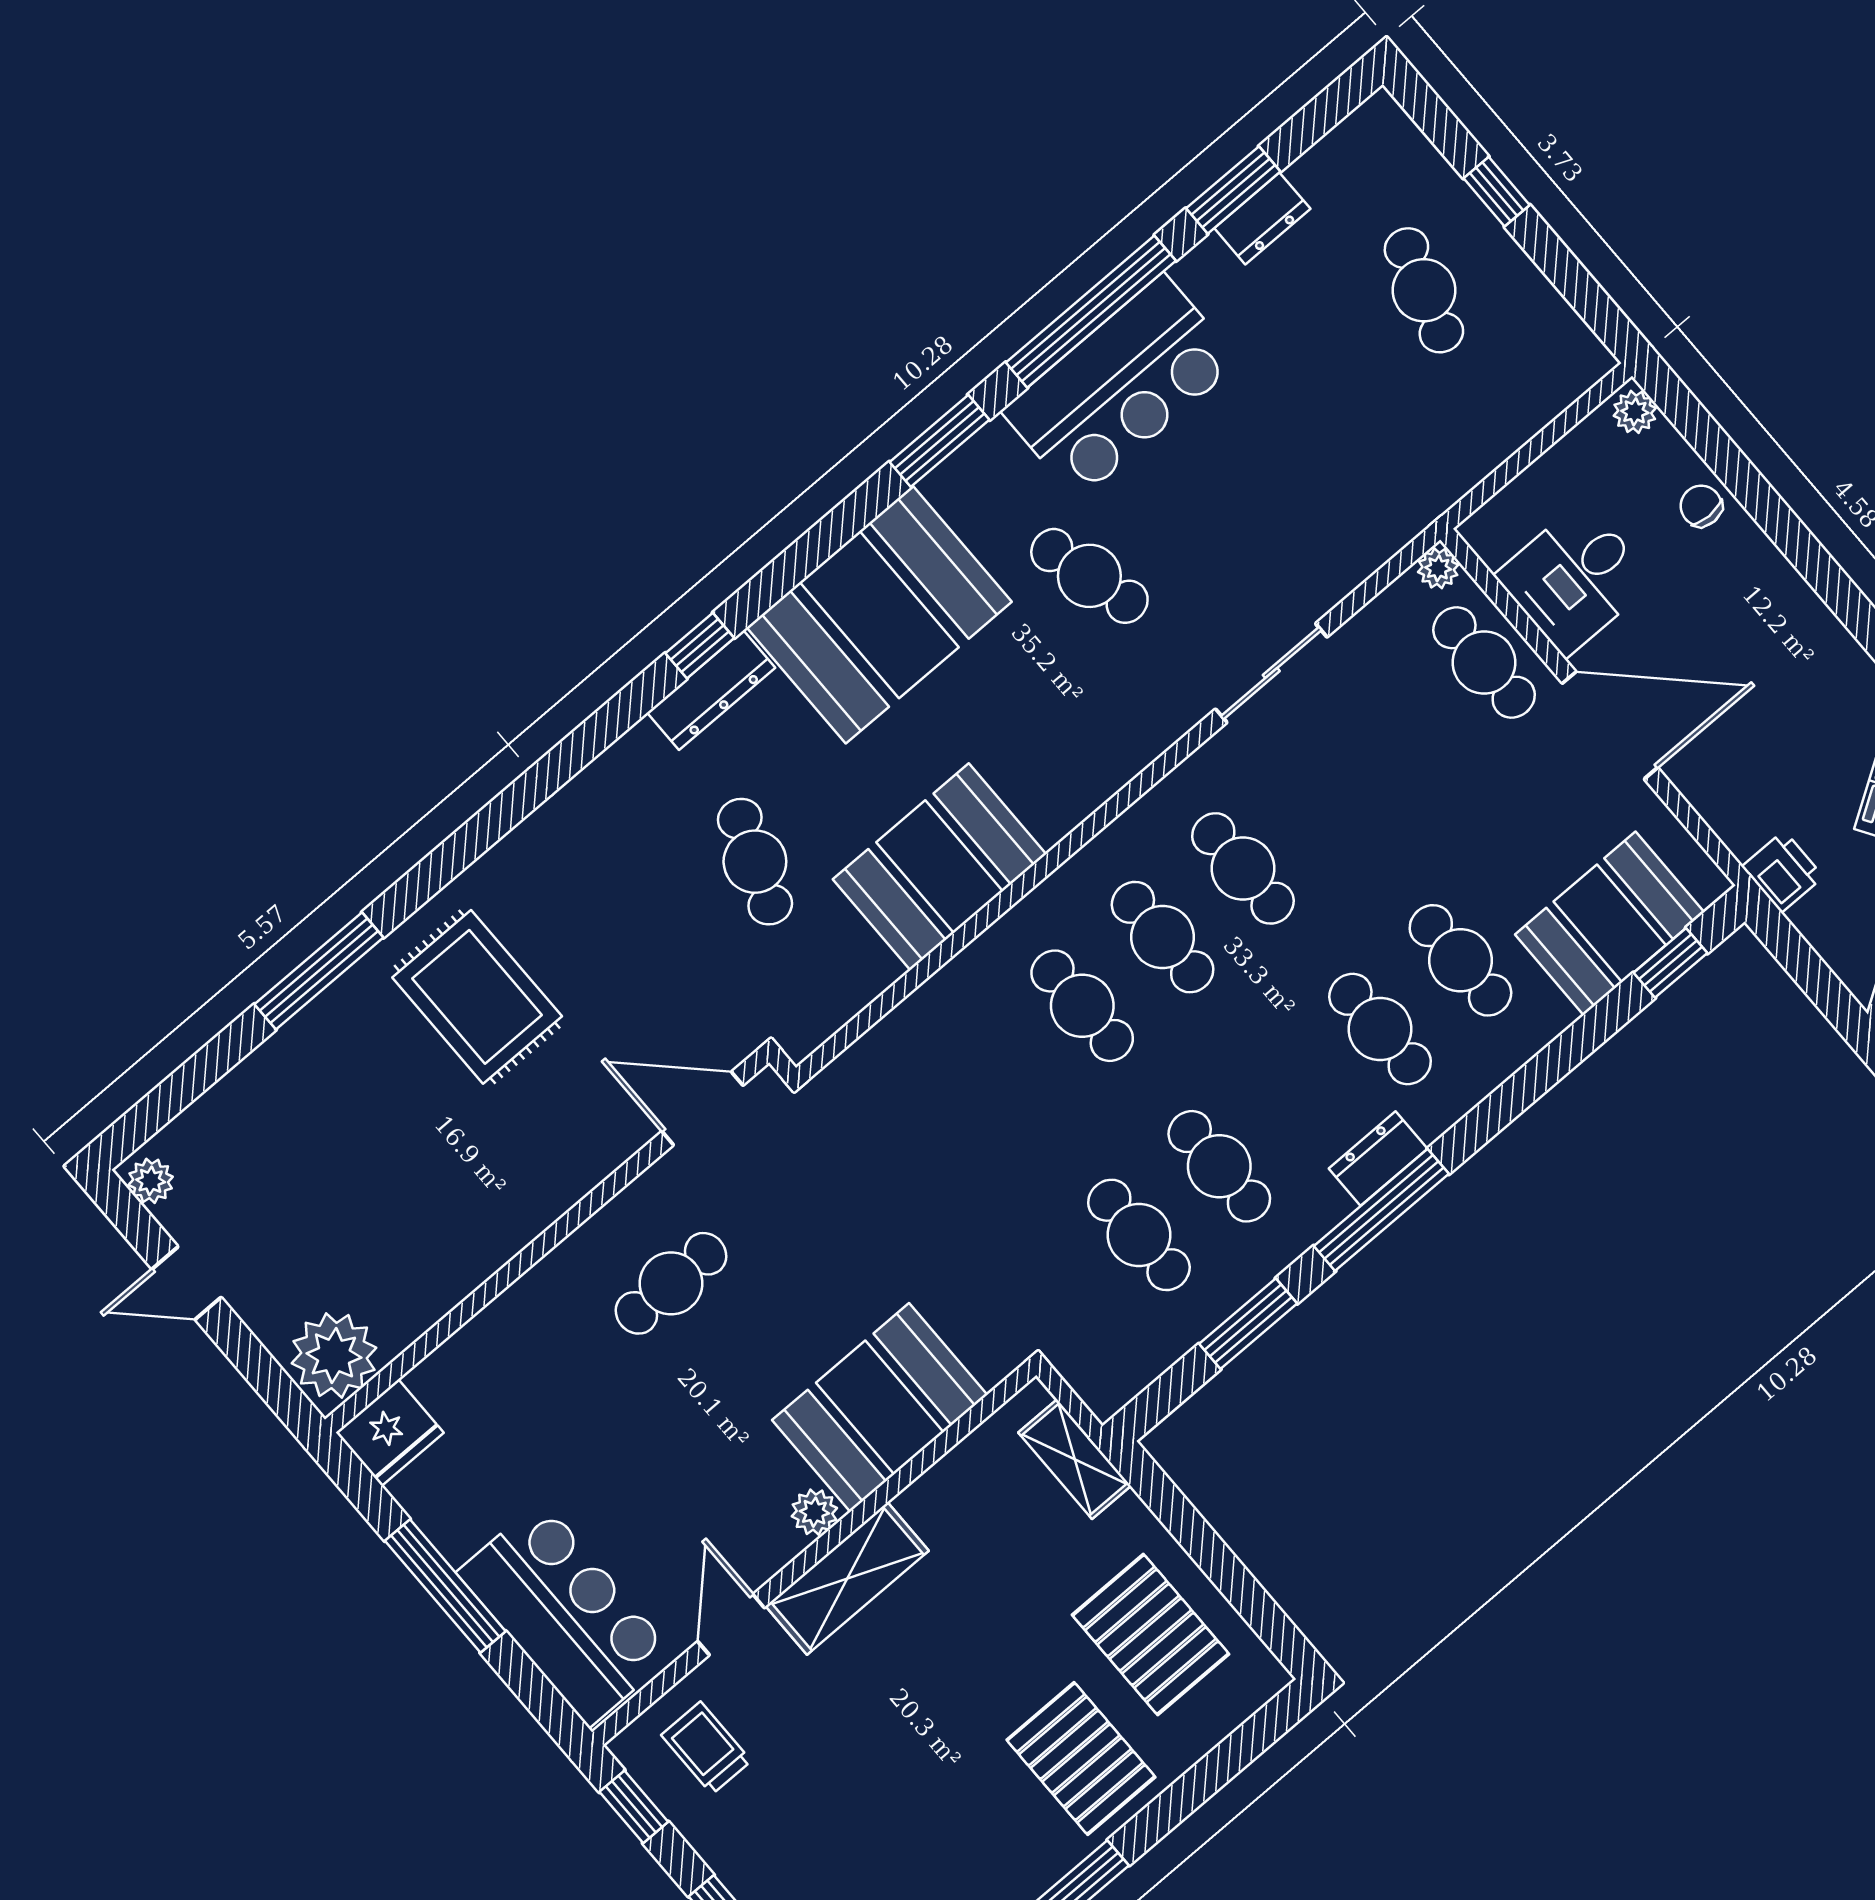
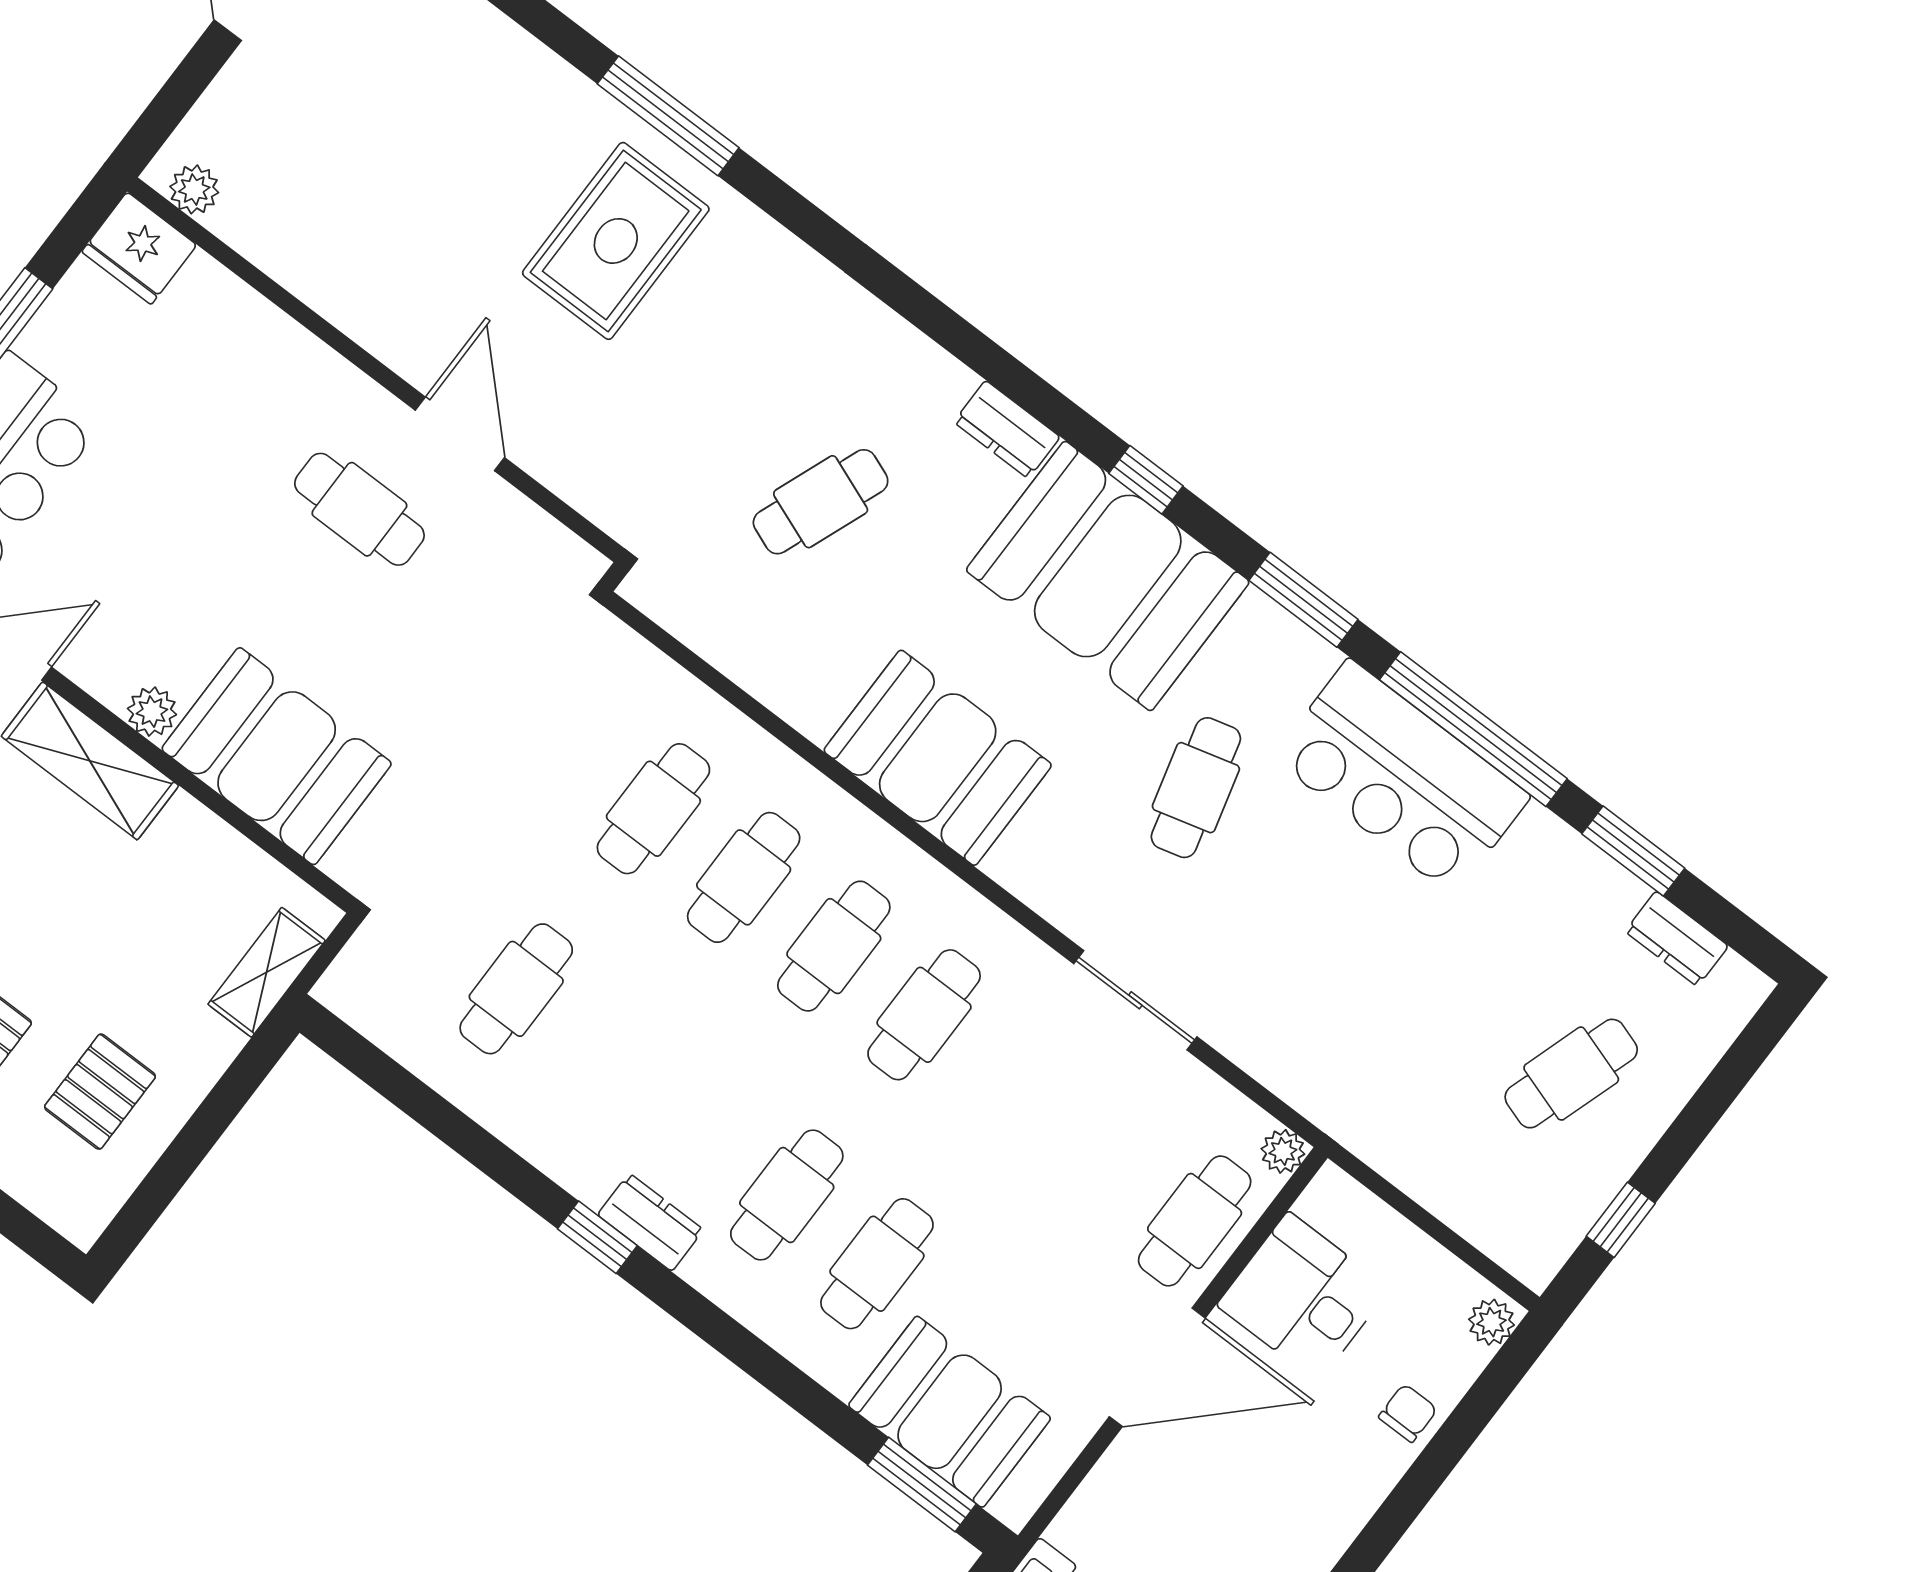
window: (1497, 192) -> (1621, 1220), moved
dresser: (1262, 218) -> (1677, 939), moved
window: (700, 646) -> (1146, 480), moved
dresser: (711, 690) -> (1007, 429), width x0.70
door: (1610, 725) -> (1157, 1367), hinge flipped
booth: (940, 867) -> (938, 758), moved
window: (1671, 963) -> (922, 1485), width x1.50
window: (319, 971) -> (668, 116), moved
door: (702, 1108) -> (460, 434), moved
cafe table: (1219, 1166) -> (653, 809), moved
window: (1381, 1210) -> (597, 1237), width x0.46
window: (1248, 1324) -> (448, 1123), removed
plant: (334, 1355) -> (194, 189), width x0.53, depth x0.53
pallet: (1151, 1634) -> (100, 1092), width x0.67, depth x0.71

